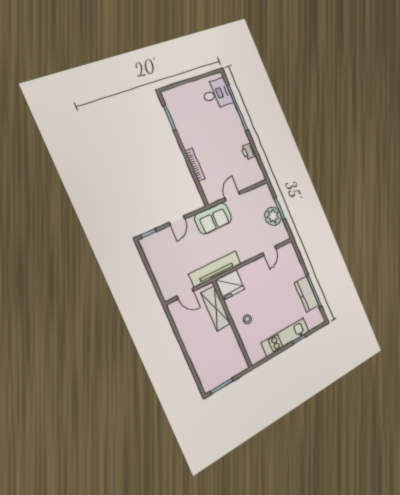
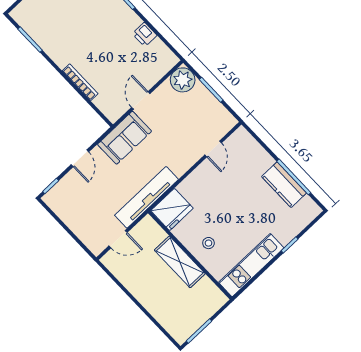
plant: (273, 216) -> (183, 80), moved
shelving: (216, 308) -> (180, 262), moved
kitchen unit: (285, 337) -> (251, 265), moved

